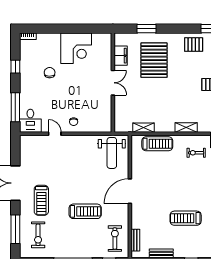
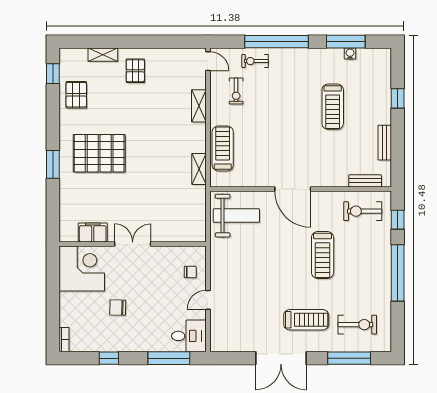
filing cabinet: (121, 56) -> (93, 232), moved
double door: (113, 83) -> (133, 244), moved
wall: (113, 83) -> (133, 244), moved
treadmill: (85, 211) -> (323, 255), turned 180

